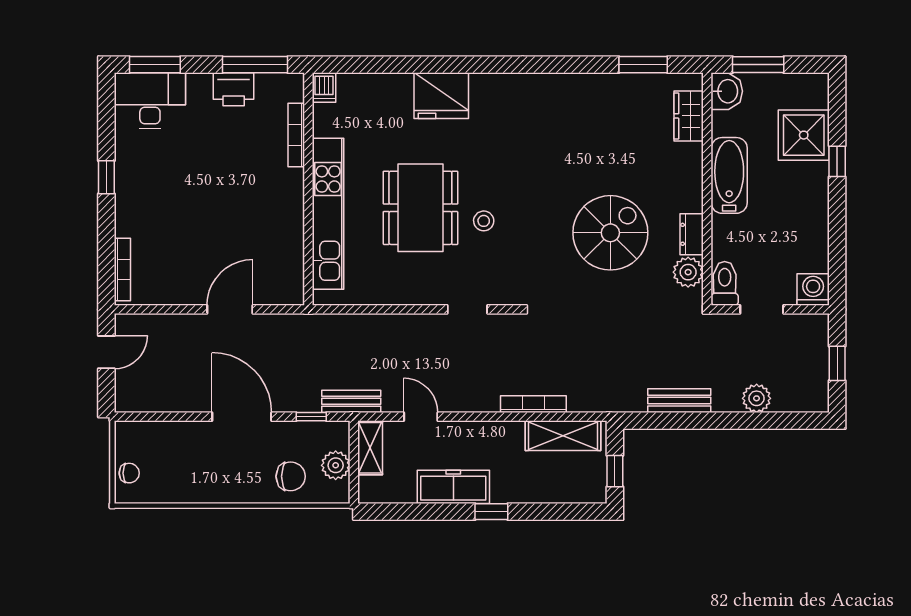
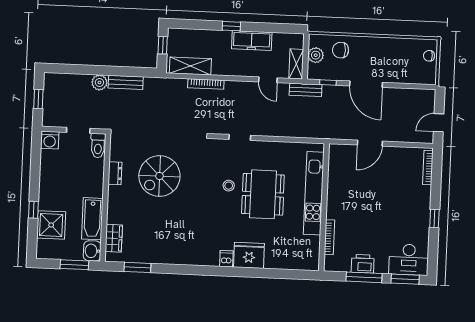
window: (255, 65) -> (364, 277), moved
dishwasher: (324, 88) -> (226, 259), moved
bathtub: (729, 175) -> (92, 219), moved
plant: (688, 272) -> (118, 153), removed
plant: (757, 398) -> (99, 82), moved

